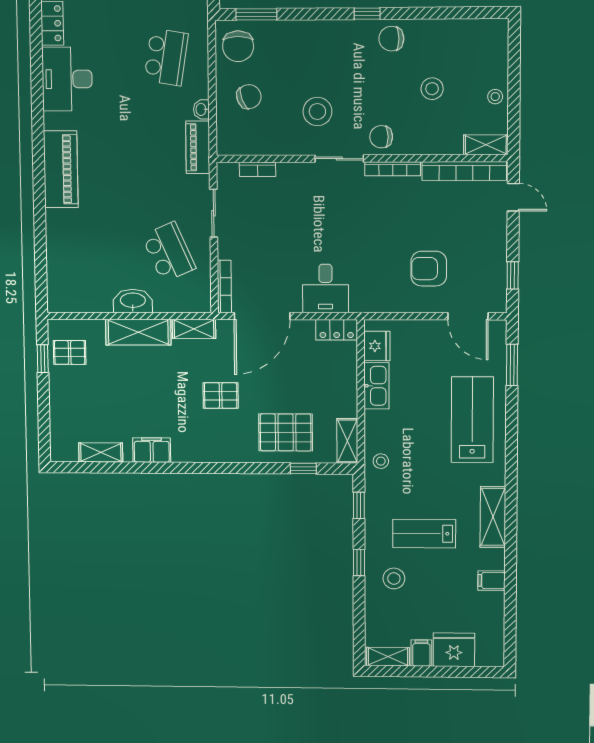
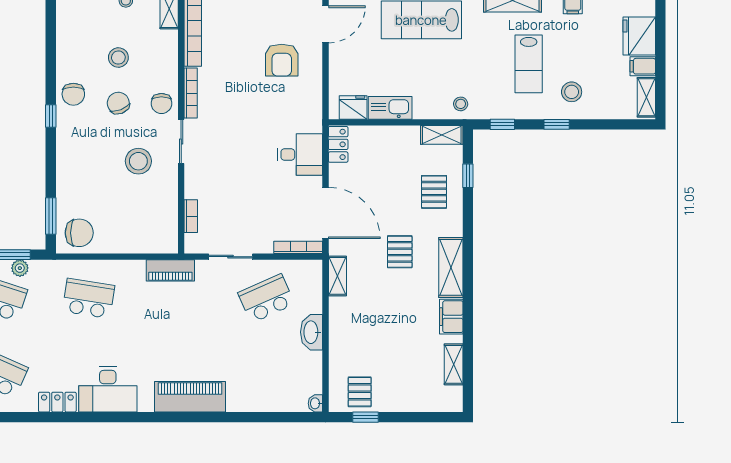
chair: (249, 97) -> (118, 103), moved
washbasin: (201, 109) -> (315, 403), moved, turned 90
shelving: (138, 332) -> (451, 267), moved
pallet: (286, 432) -> (434, 192), width x0.67, depth x0.71

